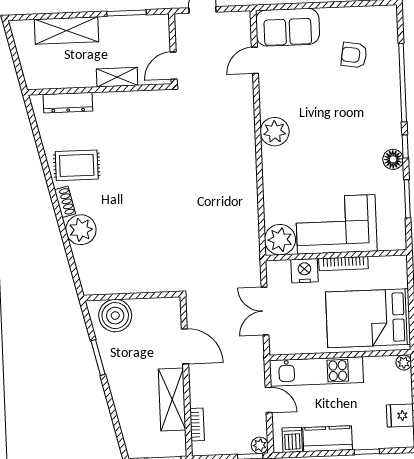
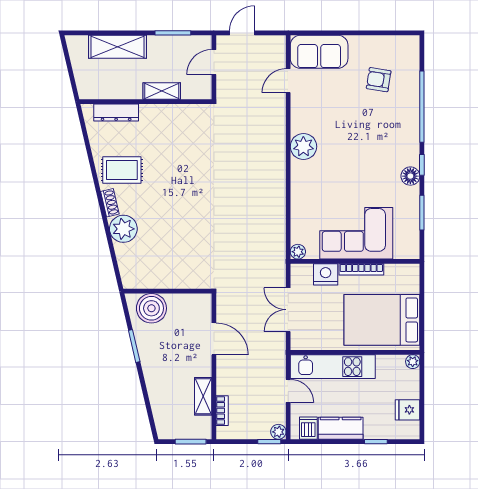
door: (174, 66) -> (214, 62), moved
plant: (280, 240) -> (298, 252), width x0.53, depth x0.53
shelving: (172, 399) -> (203, 396), width x0.67, depth x0.75

